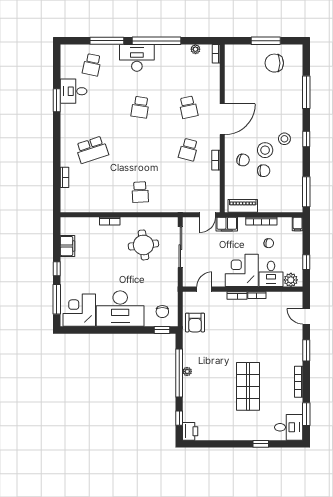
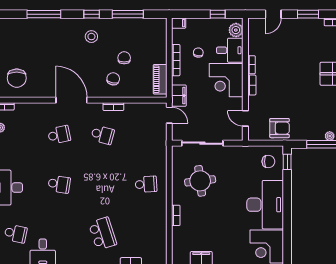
chair: (274, 63) -> (17, 78), moved
stool: (265, 150) -> (103, 56), removed
window: (306, 192) -> (128, 14), moved

